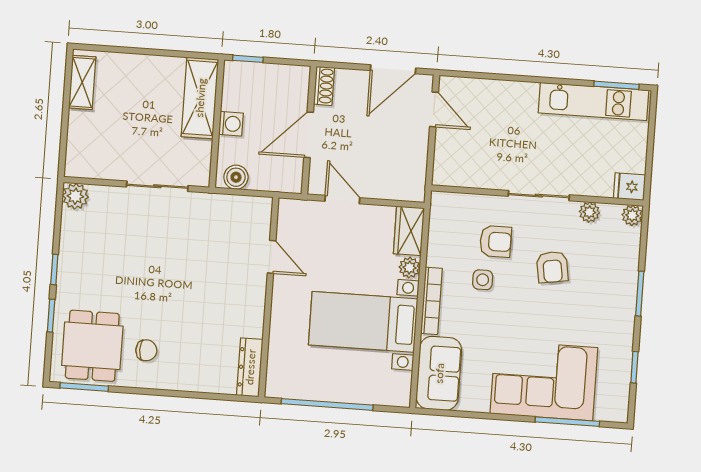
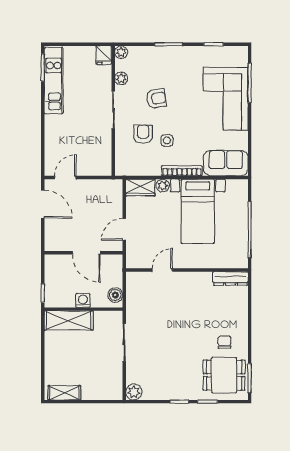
shoe rack: (324, 86) -> (56, 246), removed

